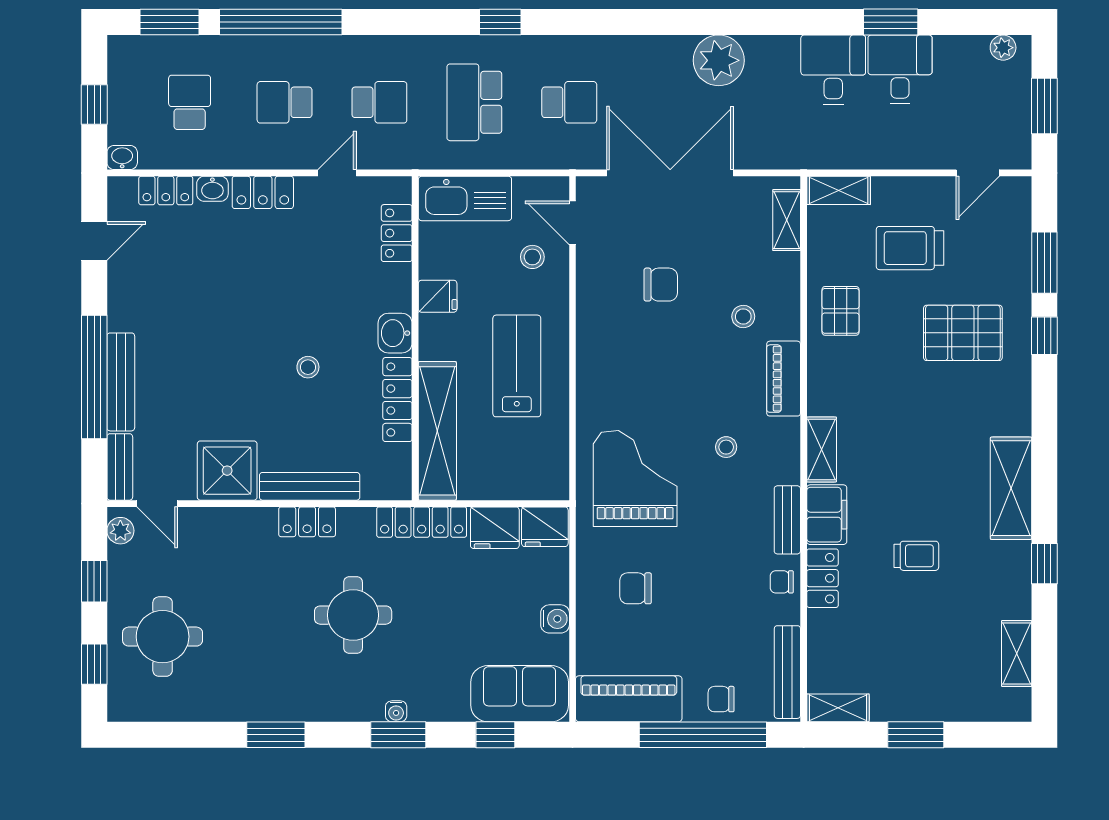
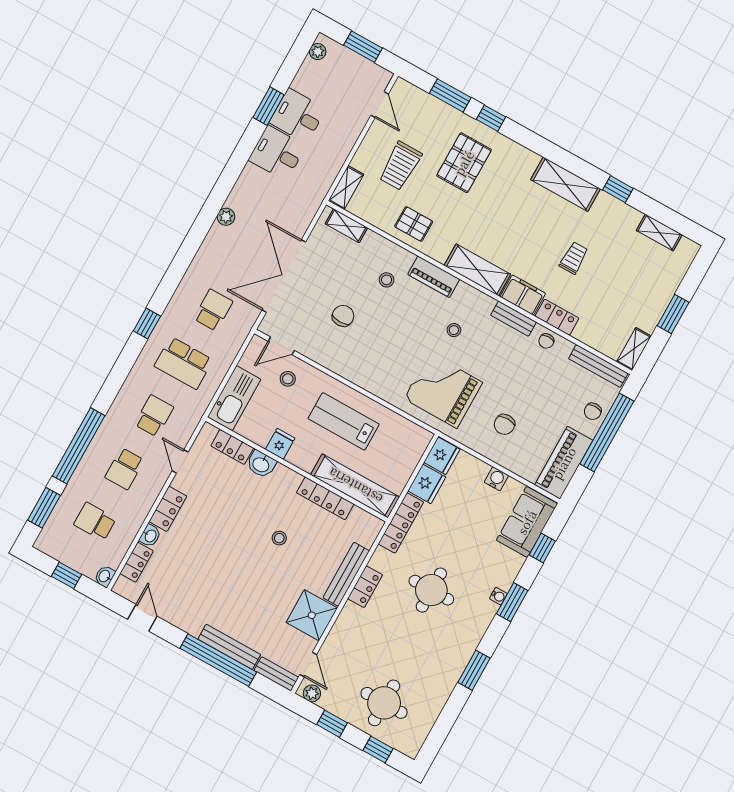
plant: (719, 60) -> (226, 217), width x0.53, depth x0.53
washbasin: (395, 333) -> (261, 464), moved
shelving: (822, 449) -> (477, 270), width x1.50, depth x1.33
door: (157, 504) -> (308, 664), hinge flipped

